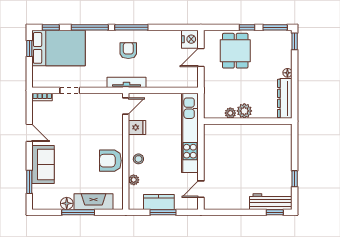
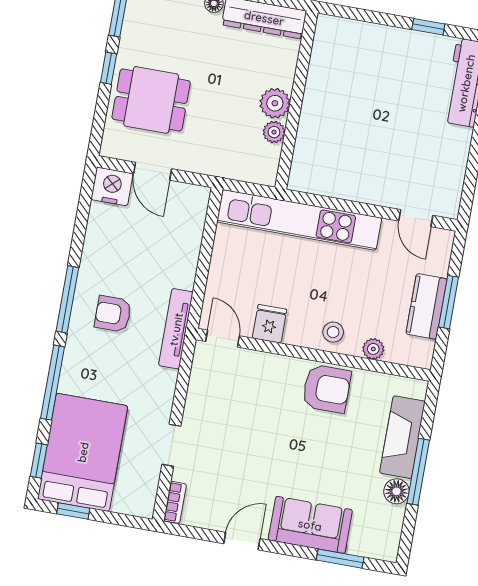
armchair: (110, 161) -> (327, 389), turned -90

